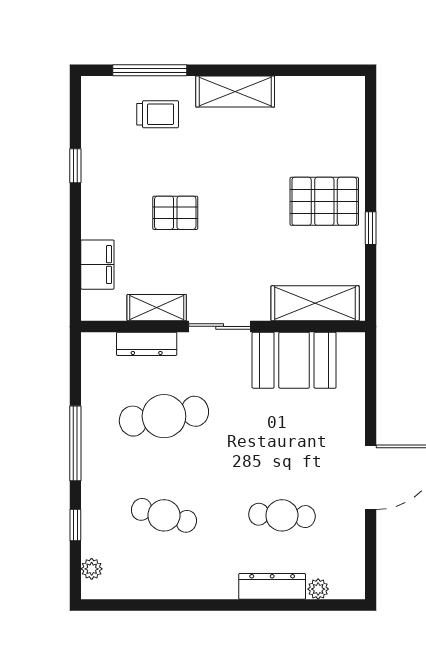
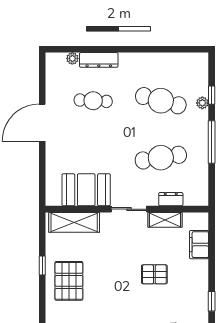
pallet: (324, 201) -> (69, 281), turned 90
dresser: (147, 344) -> (171, 199), width x0.70
cafe table: (164, 515) -> (161, 101), width x1.37, depth x1.35
plant: (92, 569) -> (202, 103), moved

